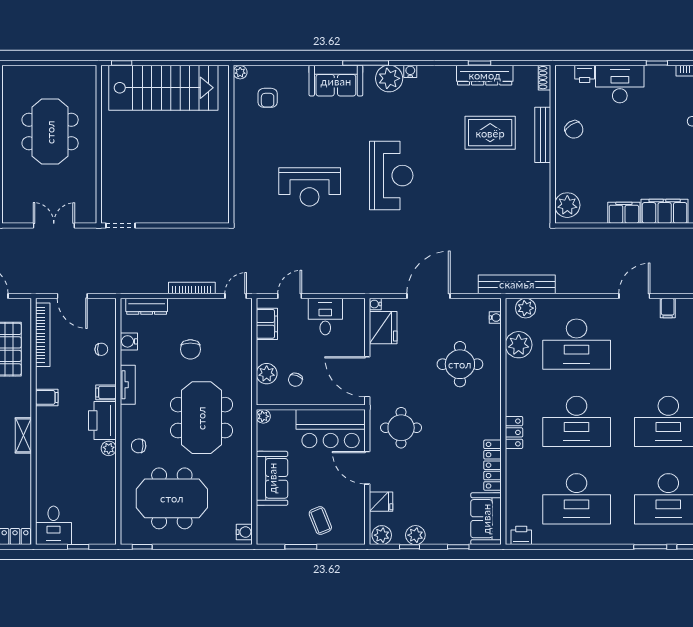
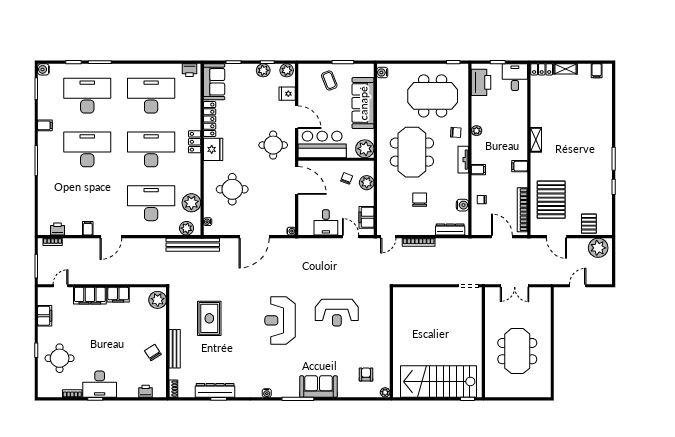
plant: (389, 78) -> (282, 388), removed
desk: (620, 84) -> (100, 384), moved
rug: (490, 133) -> (209, 318), moved, turned 90
reception desk: (310, 187) -> (337, 313), turned 180
door: (290, 296) -> (351, 237), swing flipped
fridge: (383, 328) -> (213, 149), moved, turned 180
tv unit: (128, 385) -> (463, 160), moved
plant: (263, 416) -> (365, 149), width x1.88, depth x1.88
printer: (102, 421) -> (481, 82), moved
sofa: (272, 478) -> (363, 103), width x1.36

